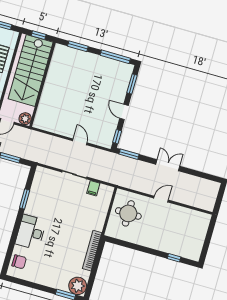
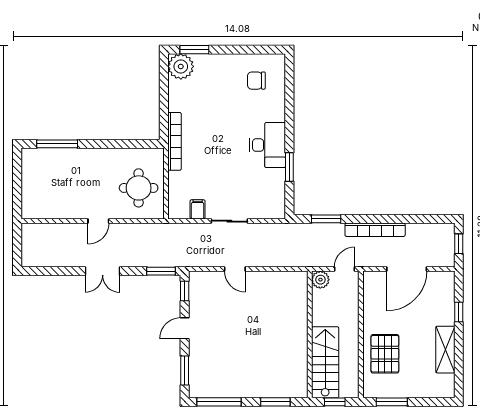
stairs: (31, 70) -> (325, 362), width x0.73, depth x0.66
door: (124, 112) -> (185, 328), swing flipped
desk: (31, 232) -> (268, 145), moved
bookcase: (92, 251) -> (175, 141), moved
window: (174, 258) -> (57, 144), width x2.17
chair: (19, 262) -> (256, 81), moved

